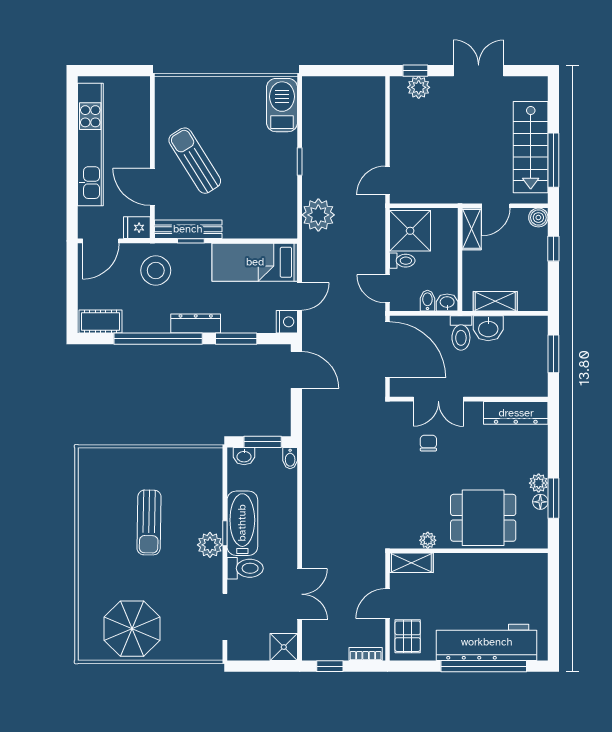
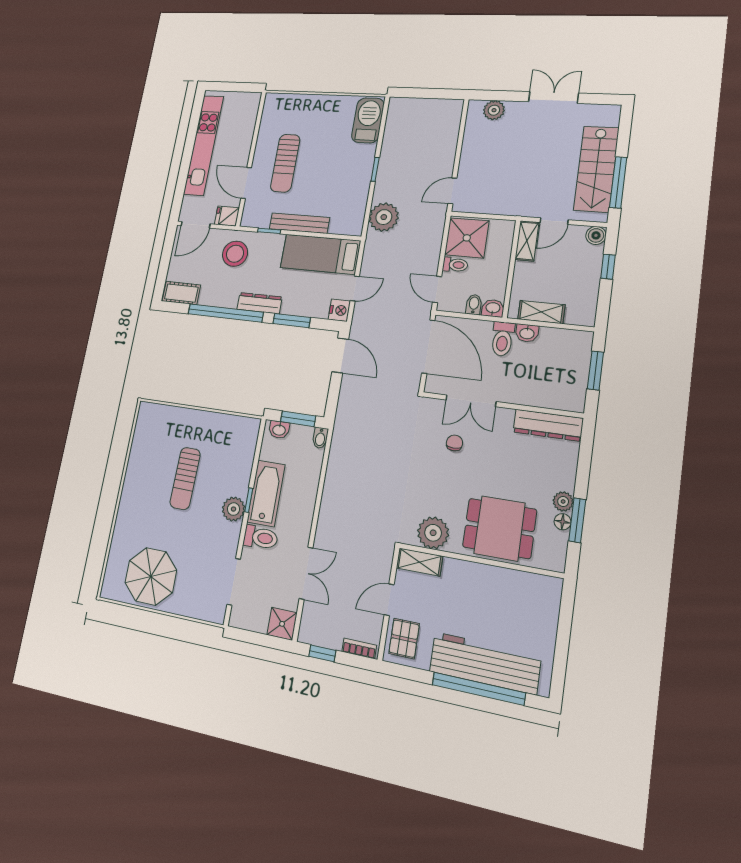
window: (415, 71) -> (493, 95), removed
sun lounger: (195, 161) -> (285, 163), turned -148
bench: (188, 229) -> (299, 223), moved
washbasin: (488, 328) -> (527, 333), width x0.72, depth x0.69
plant: (428, 540) -> (433, 533), width x1.88, depth x1.88

